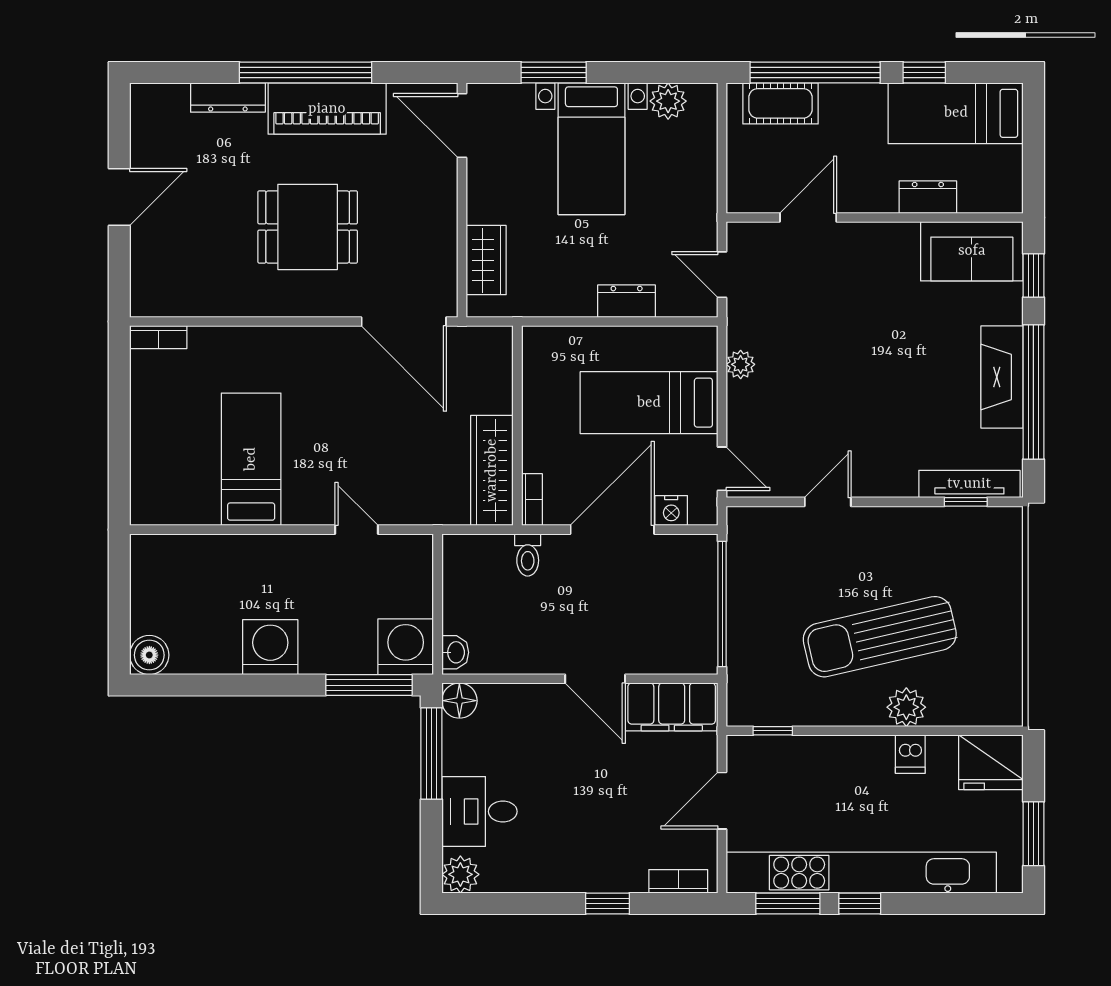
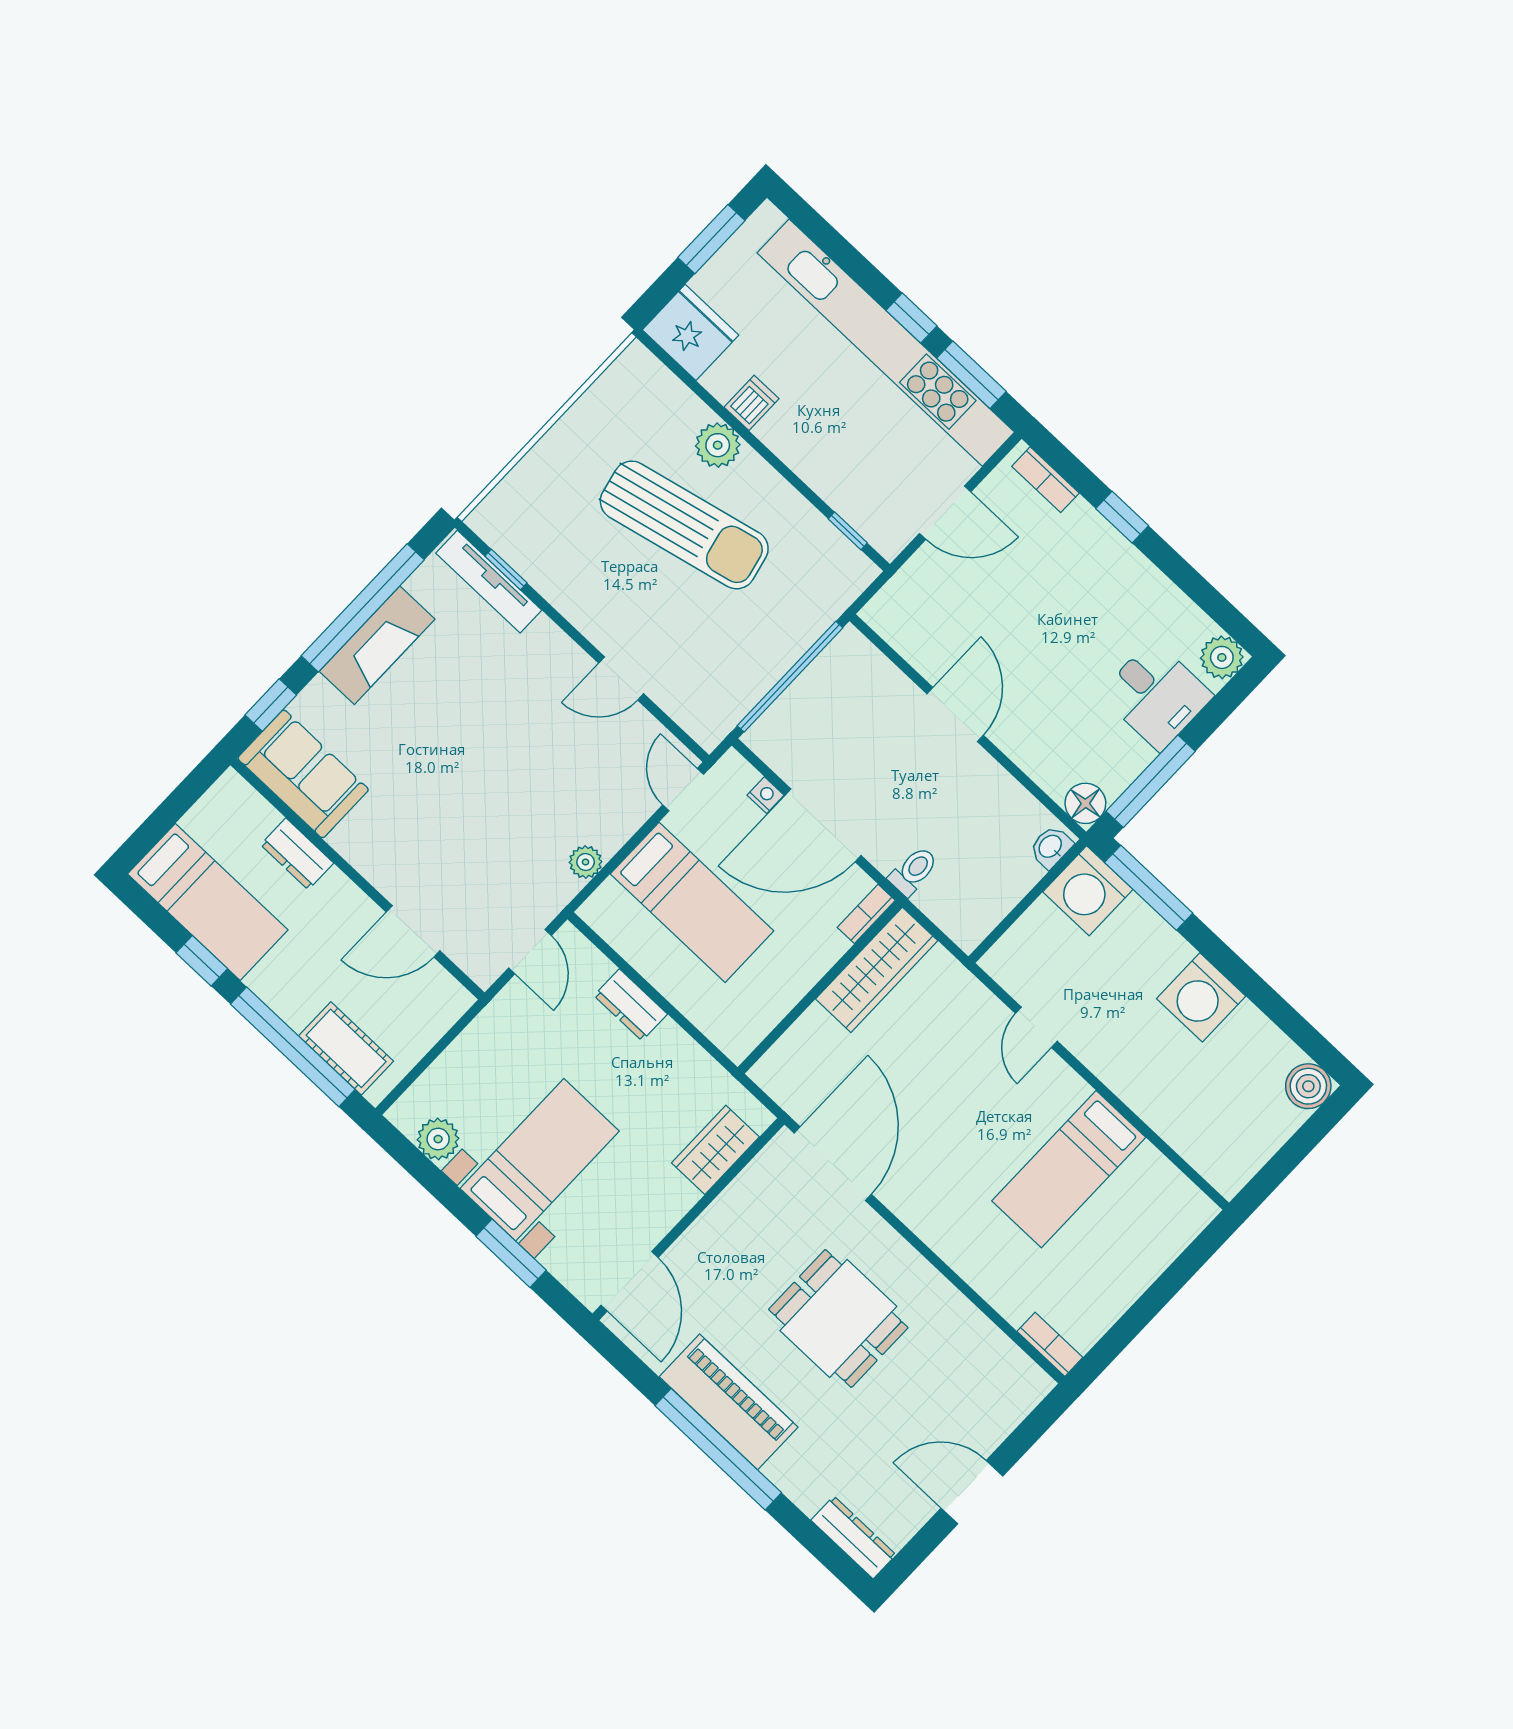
dresser: (228, 98) -> (853, 1537), moved
nightstand: (671, 511) -> (765, 795), width x0.72, depth x0.74
filing cabinet: (672, 707) -> (913, 631), removed

